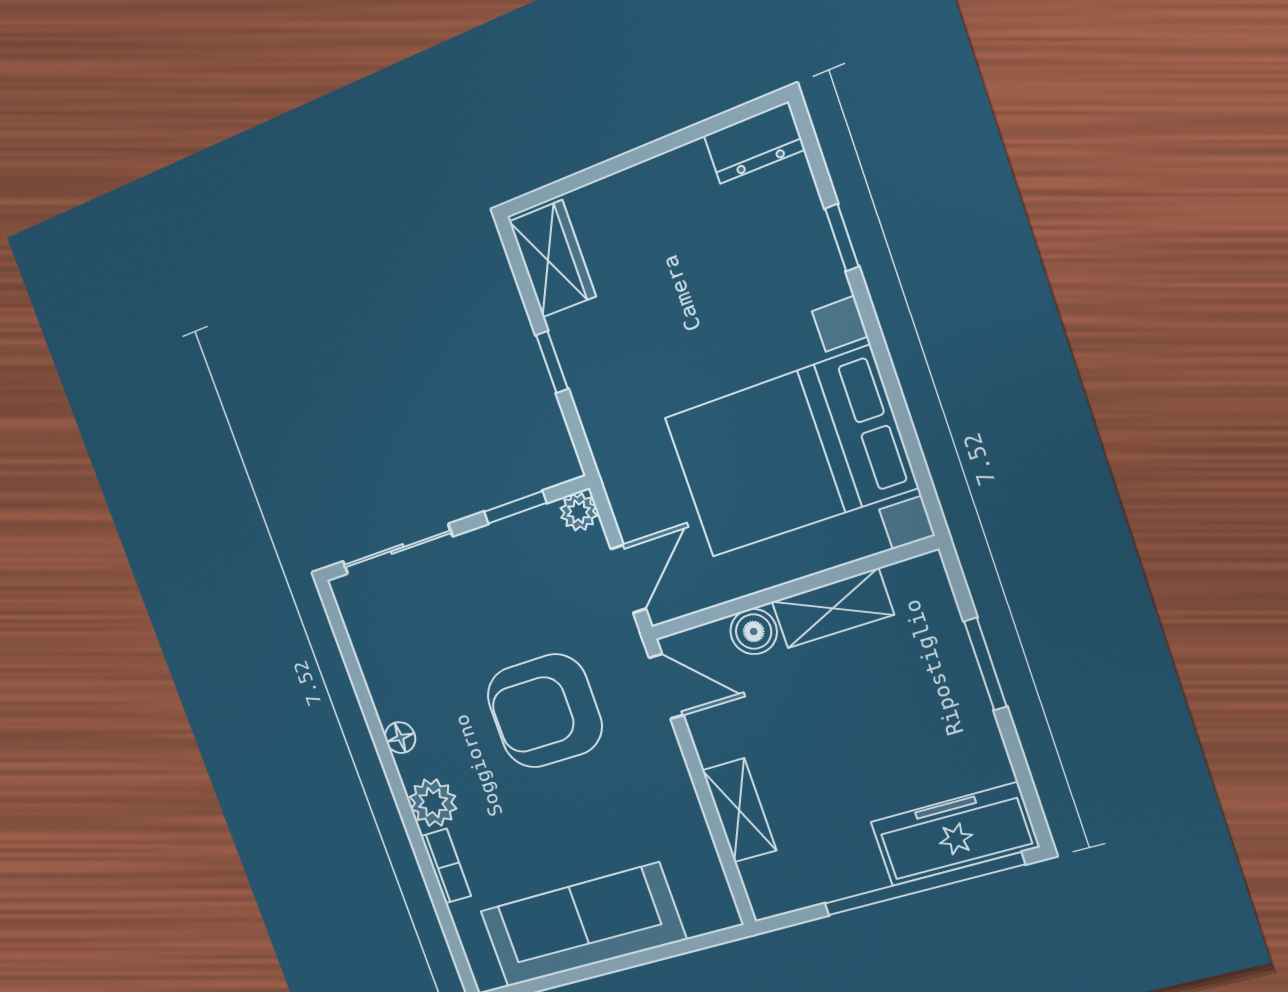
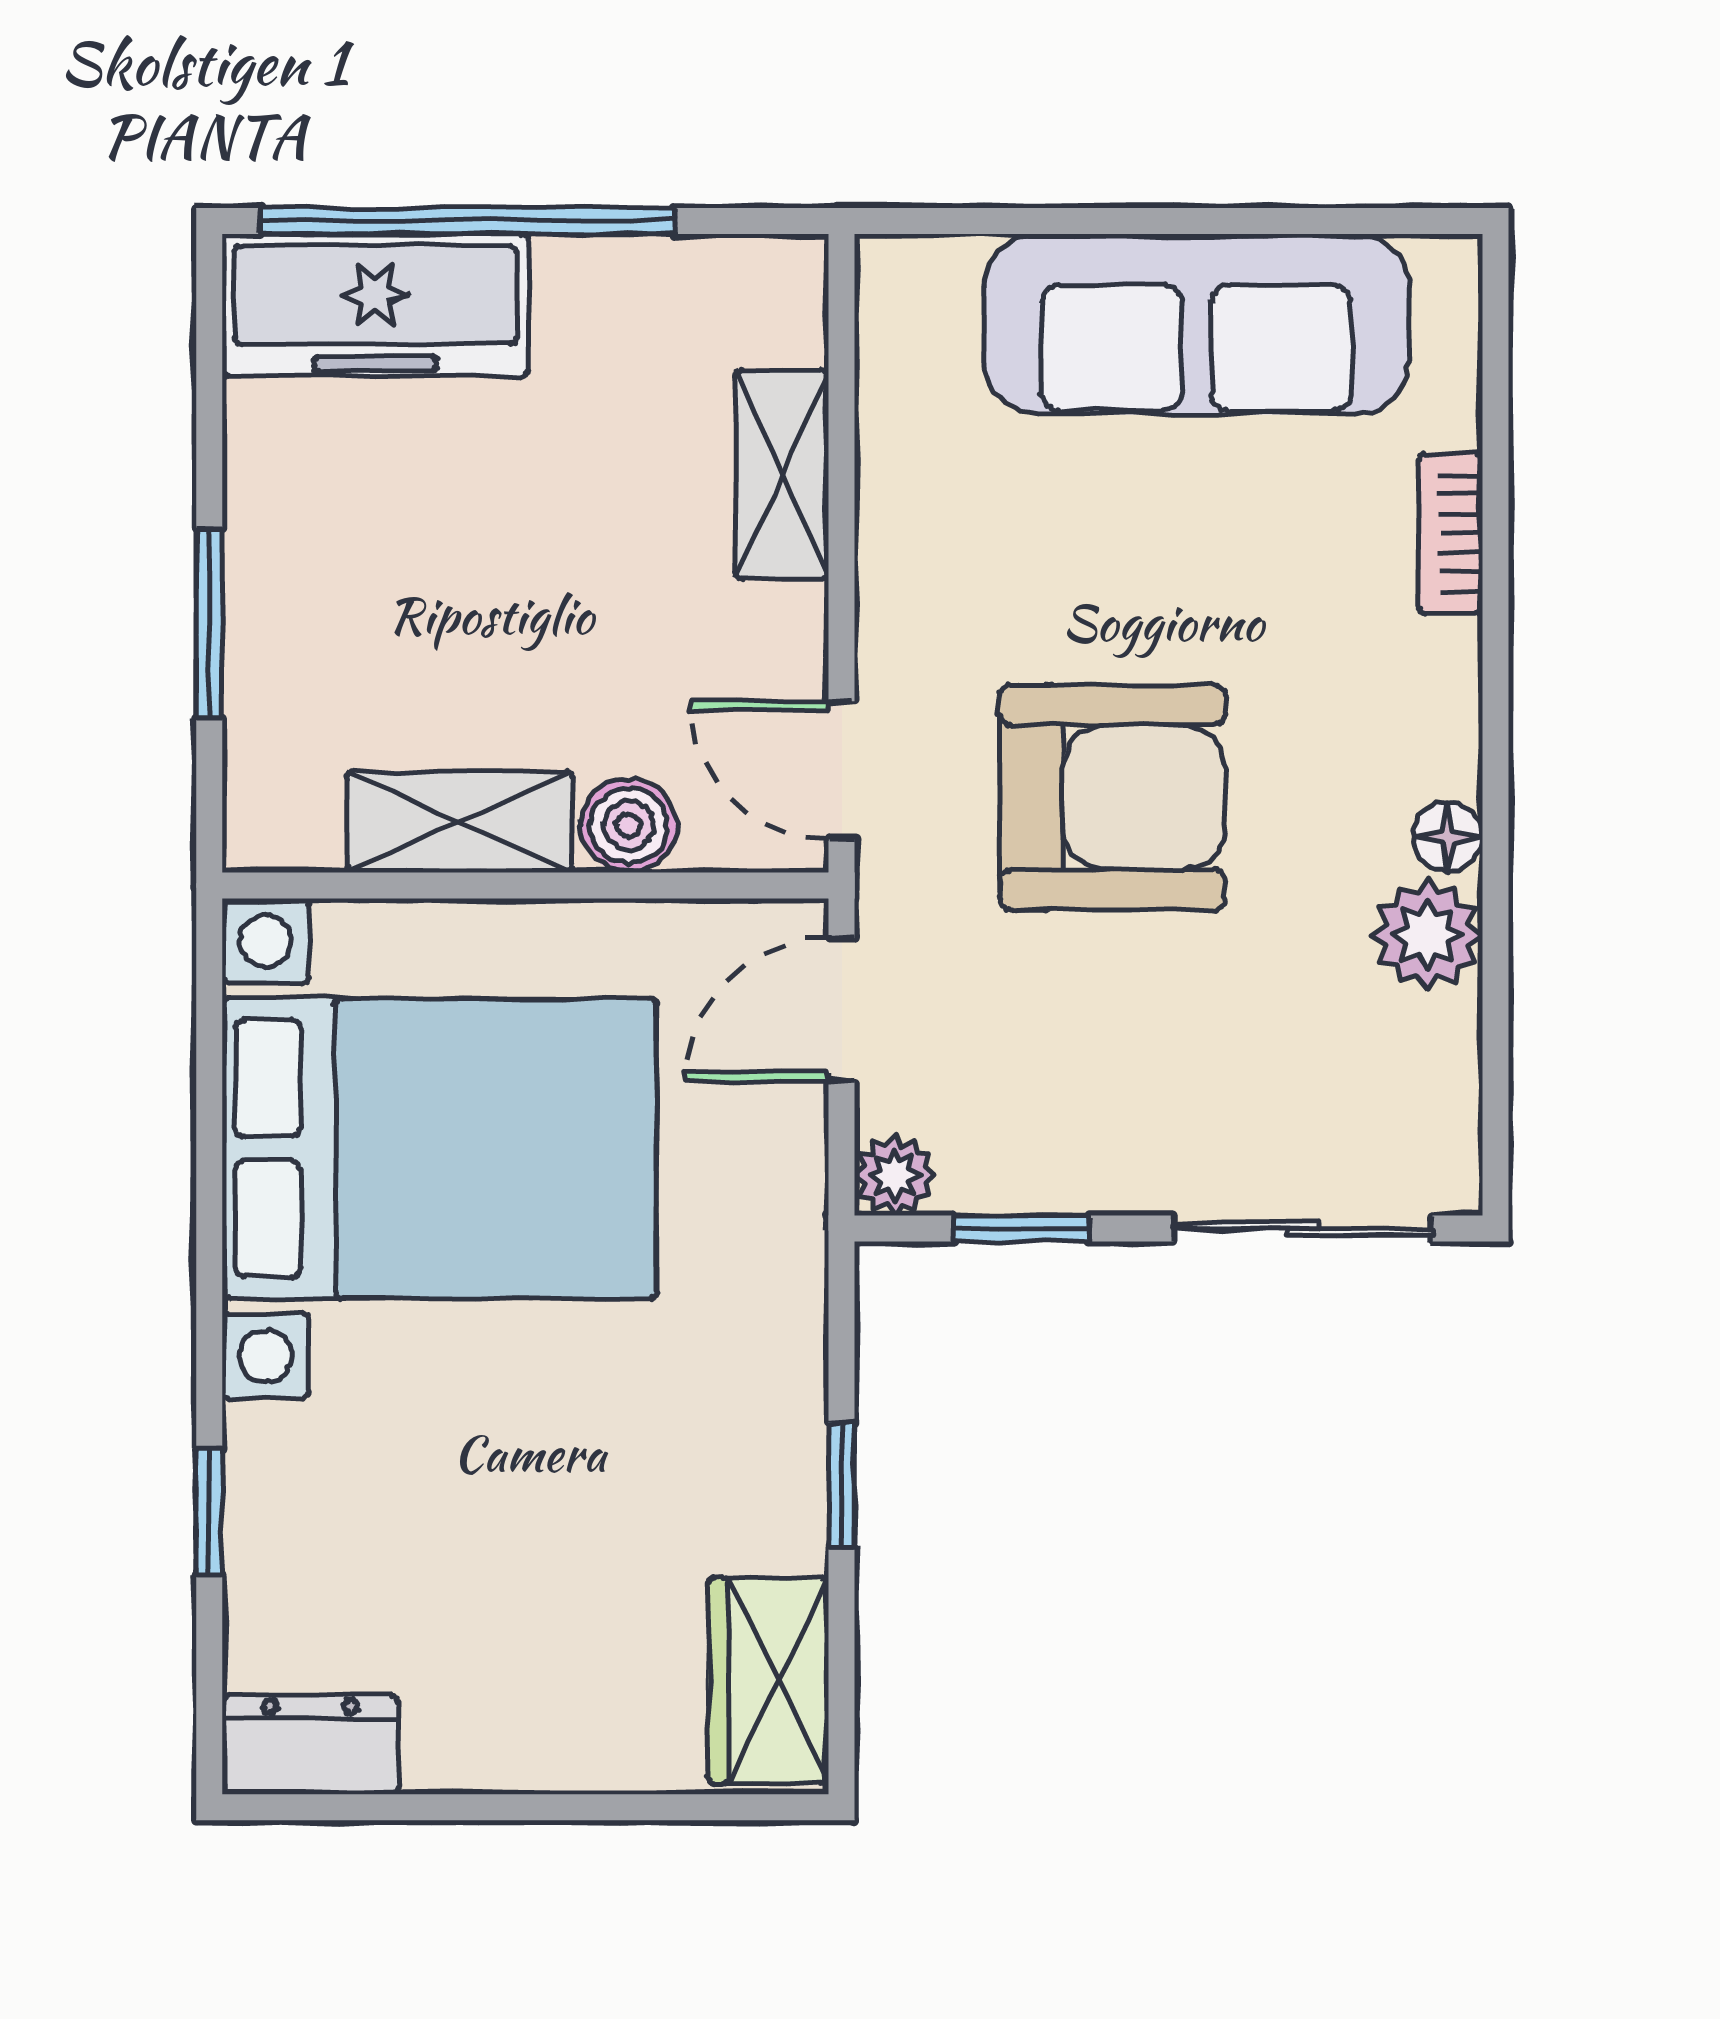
plant: (433, 803) -> (1427, 935), moved

